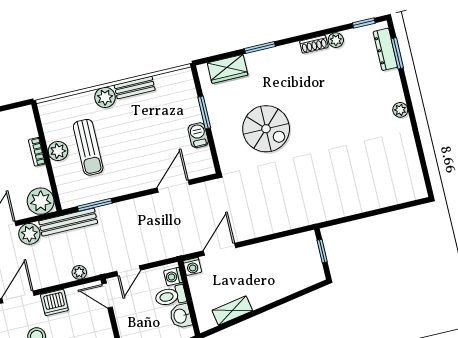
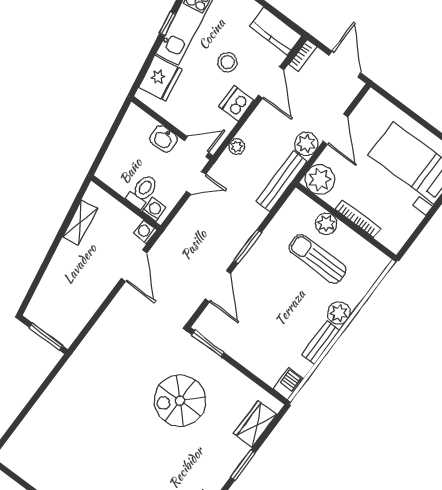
window: (204, 112) -> (208, 344), moved
barbecue: (198, 135) -> (288, 384), moved, turned -90
plant: (58, 151) -> (326, 224), moved
bookcase: (37, 152) -> (358, 219), width x1.56
window: (95, 205) -> (248, 246), moved
window: (322, 251) -> (46, 337), width x1.50
door: (128, 271) -> (196, 183), swing flipped
washbasin: (181, 316) -> (164, 139), moved, turned 180

